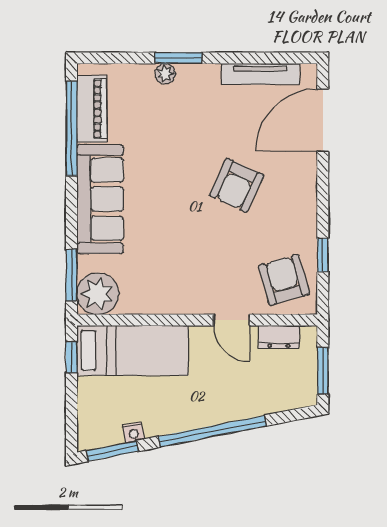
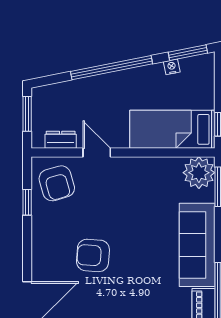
armchair: (237, 185) -> (93, 255), turned -111

